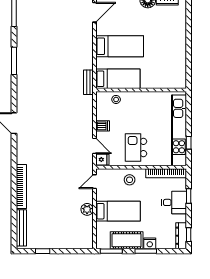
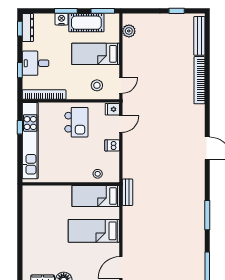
door: (94, 146) -> (121, 124), swing flipped
stool: (130, 180) -> (97, 85), moved
plant: (87, 209) -> (129, 31), moved

